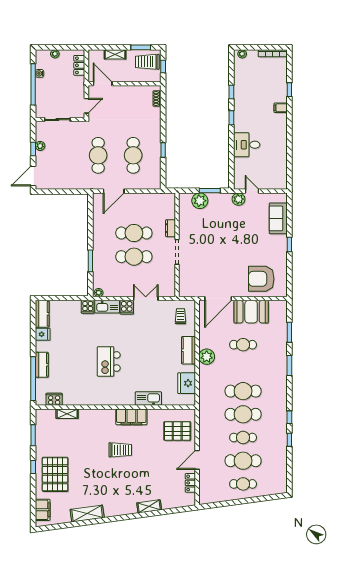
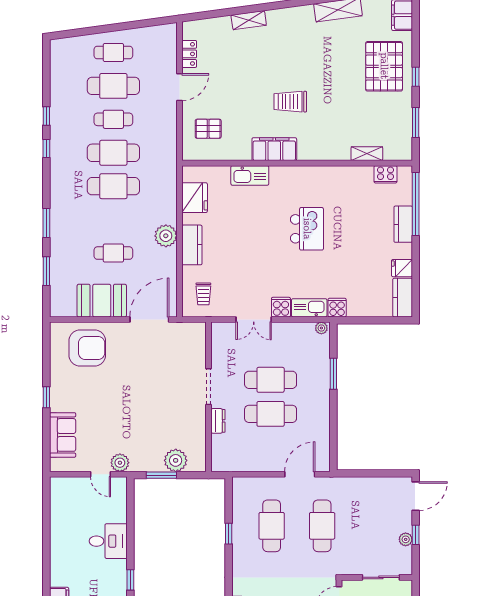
pallet: (177, 431) -> (208, 129), width x0.67, depth x0.71

